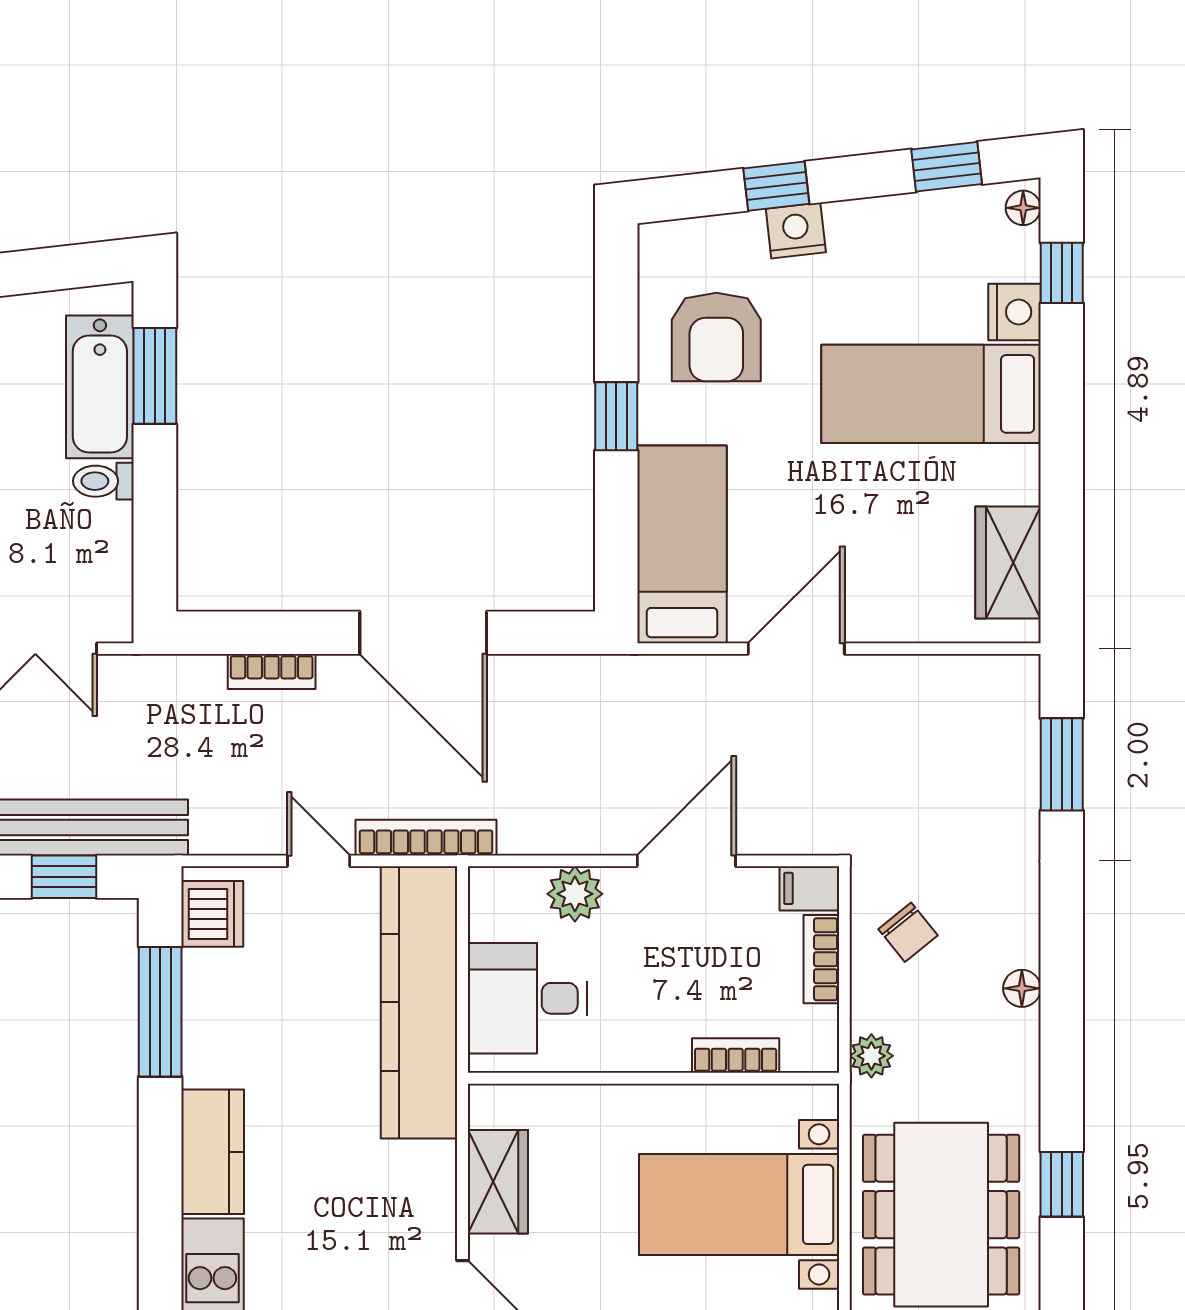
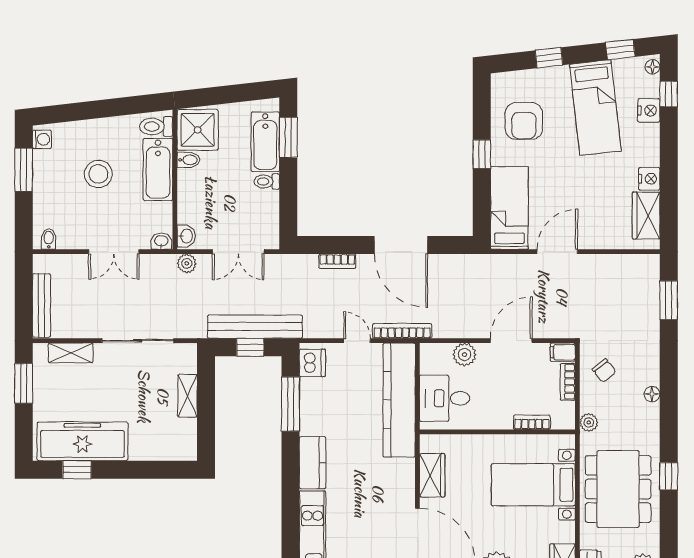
nightstand: (796, 231) -> (649, 179), moved, turned 97
bed: (931, 394) -> (595, 108), moved, turned -97

